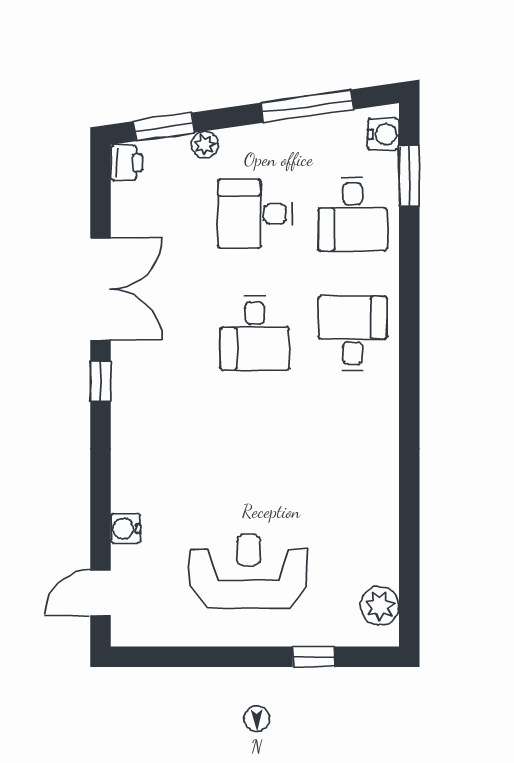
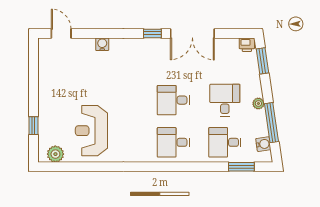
water cooler: (383, 134) -> (263, 144), moved, turned -98
plant: (205, 145) -> (258, 104), moved
desk: (353, 333) -> (173, 142), turned 180
water cooler: (126, 528) -> (102, 44), moved
reception desk: (249, 571) -> (91, 131), moved, turned 180

